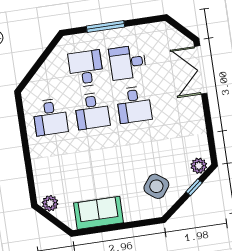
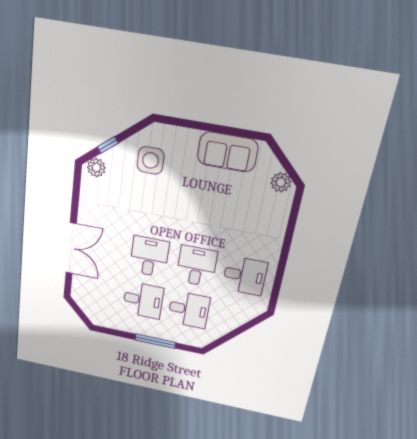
desk: (86, 69) -> (189, 310), turned -90
double door: (201, 70) -> (71, 248), moved
desk: (50, 117) -> (245, 276), turned 90
side table: (156, 186) -> (151, 160), turned -37

